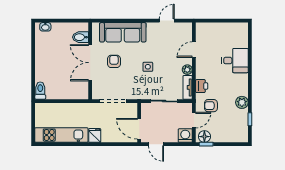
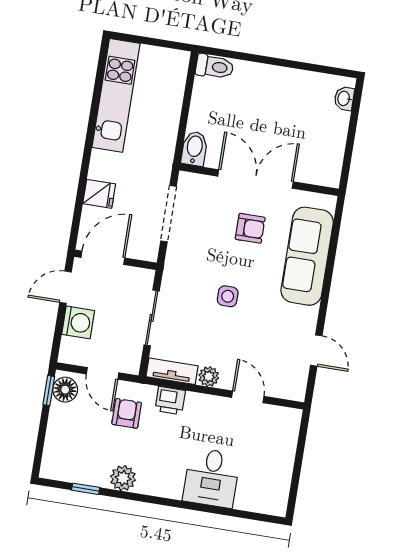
bidet: (81, 37) -> (194, 149), moved
fridge: (95, 135) -> (99, 194), moved
washing machine: (185, 136) -> (78, 322), moved

